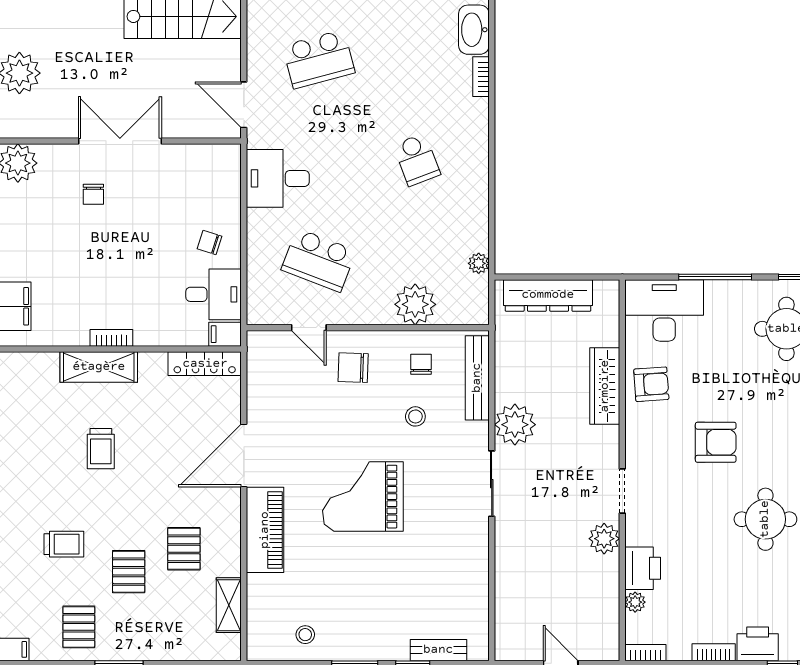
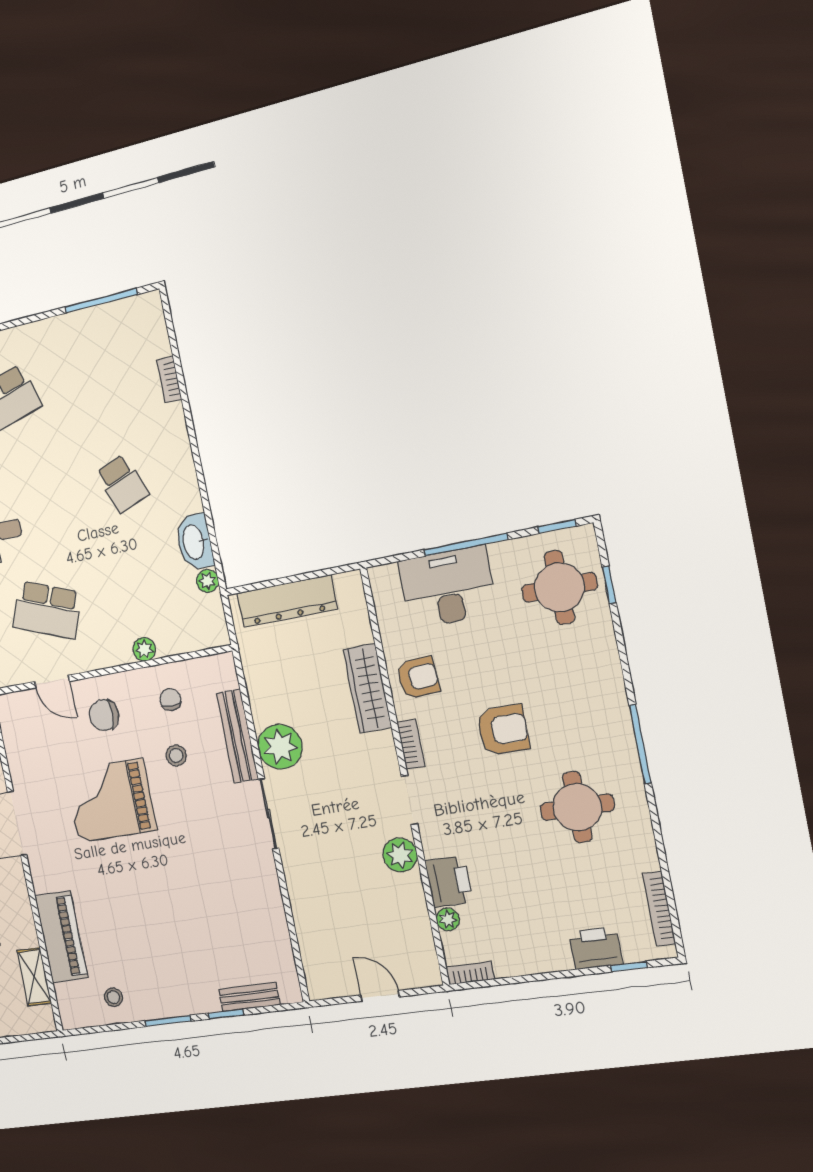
washbasin: (474, 30) -> (194, 542), moved
plant: (415, 304) -> (144, 649), width x0.53, depth x0.53
desk: (664, 310) -> (447, 587), moved
bench: (477, 378) -> (237, 736), moved
grand piano: (363, 497) -> (110, 800), moved
piano: (265, 530) -> (61, 937), moved
bookcase: (714, 652) -> (411, 744), moved, turned 90

